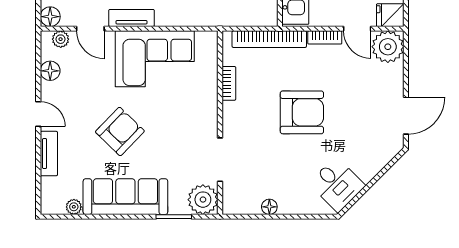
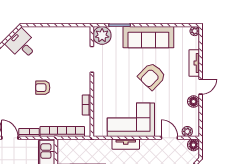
tv unit: (131, 18) -> (126, 144), moved
floor lamp: (50, 71) -> (194, 102), moved
armchair: (302, 112) -> (43, 88), width x0.53, depth x0.53
door: (38, 114) -> (201, 87), swing flipped
plant: (74, 207) -> (195, 31), moved
floor lamp: (269, 207) -> (62, 31), removed

